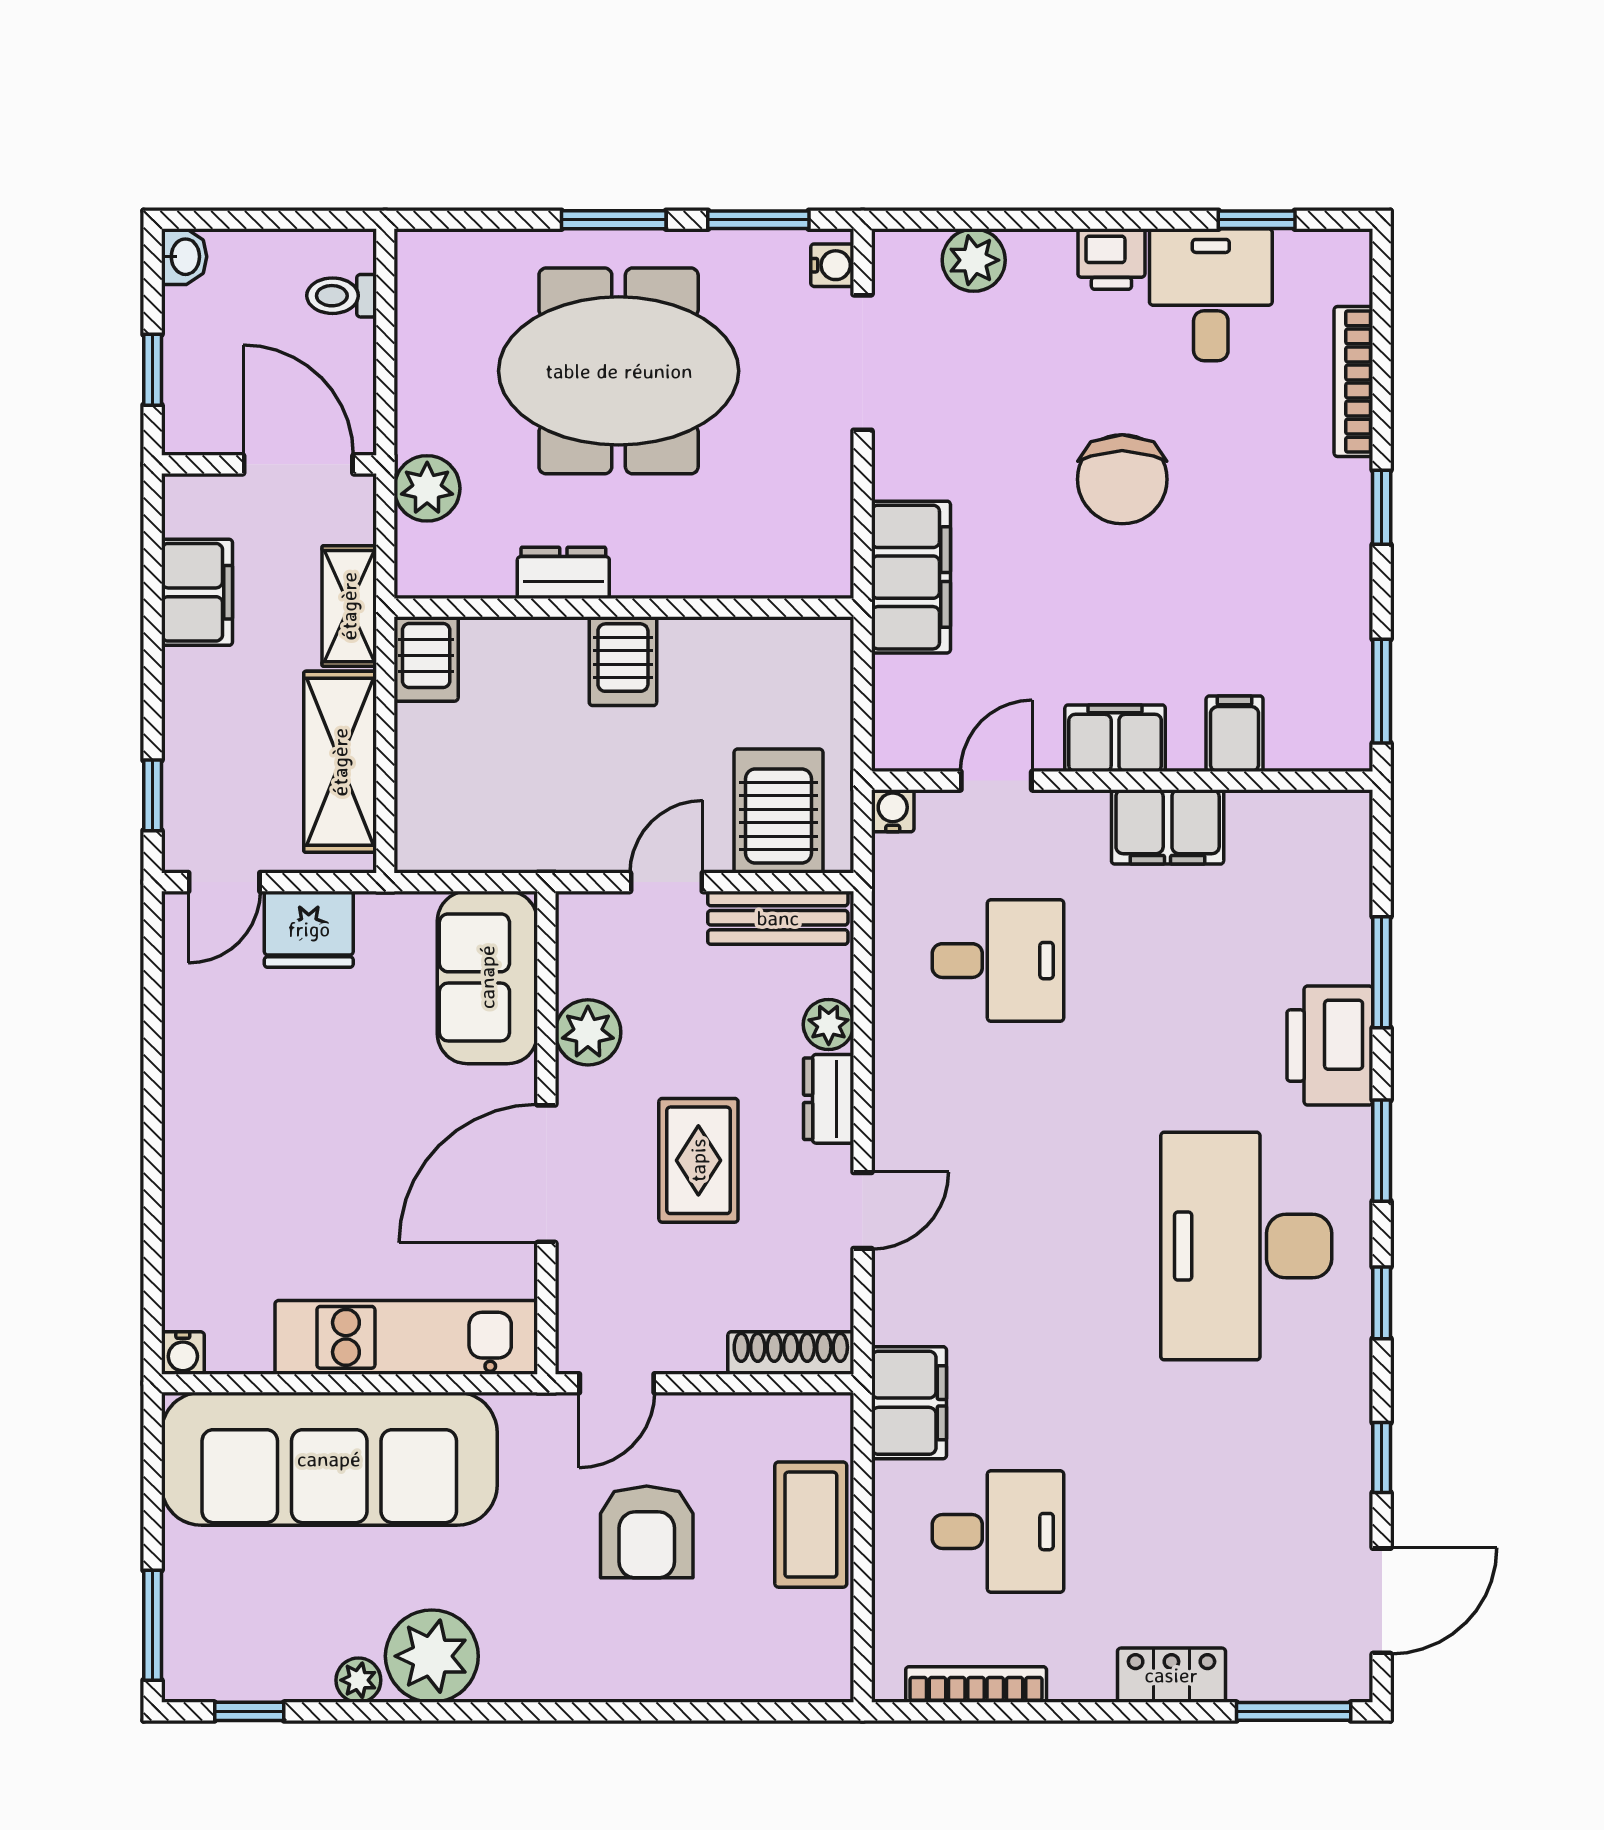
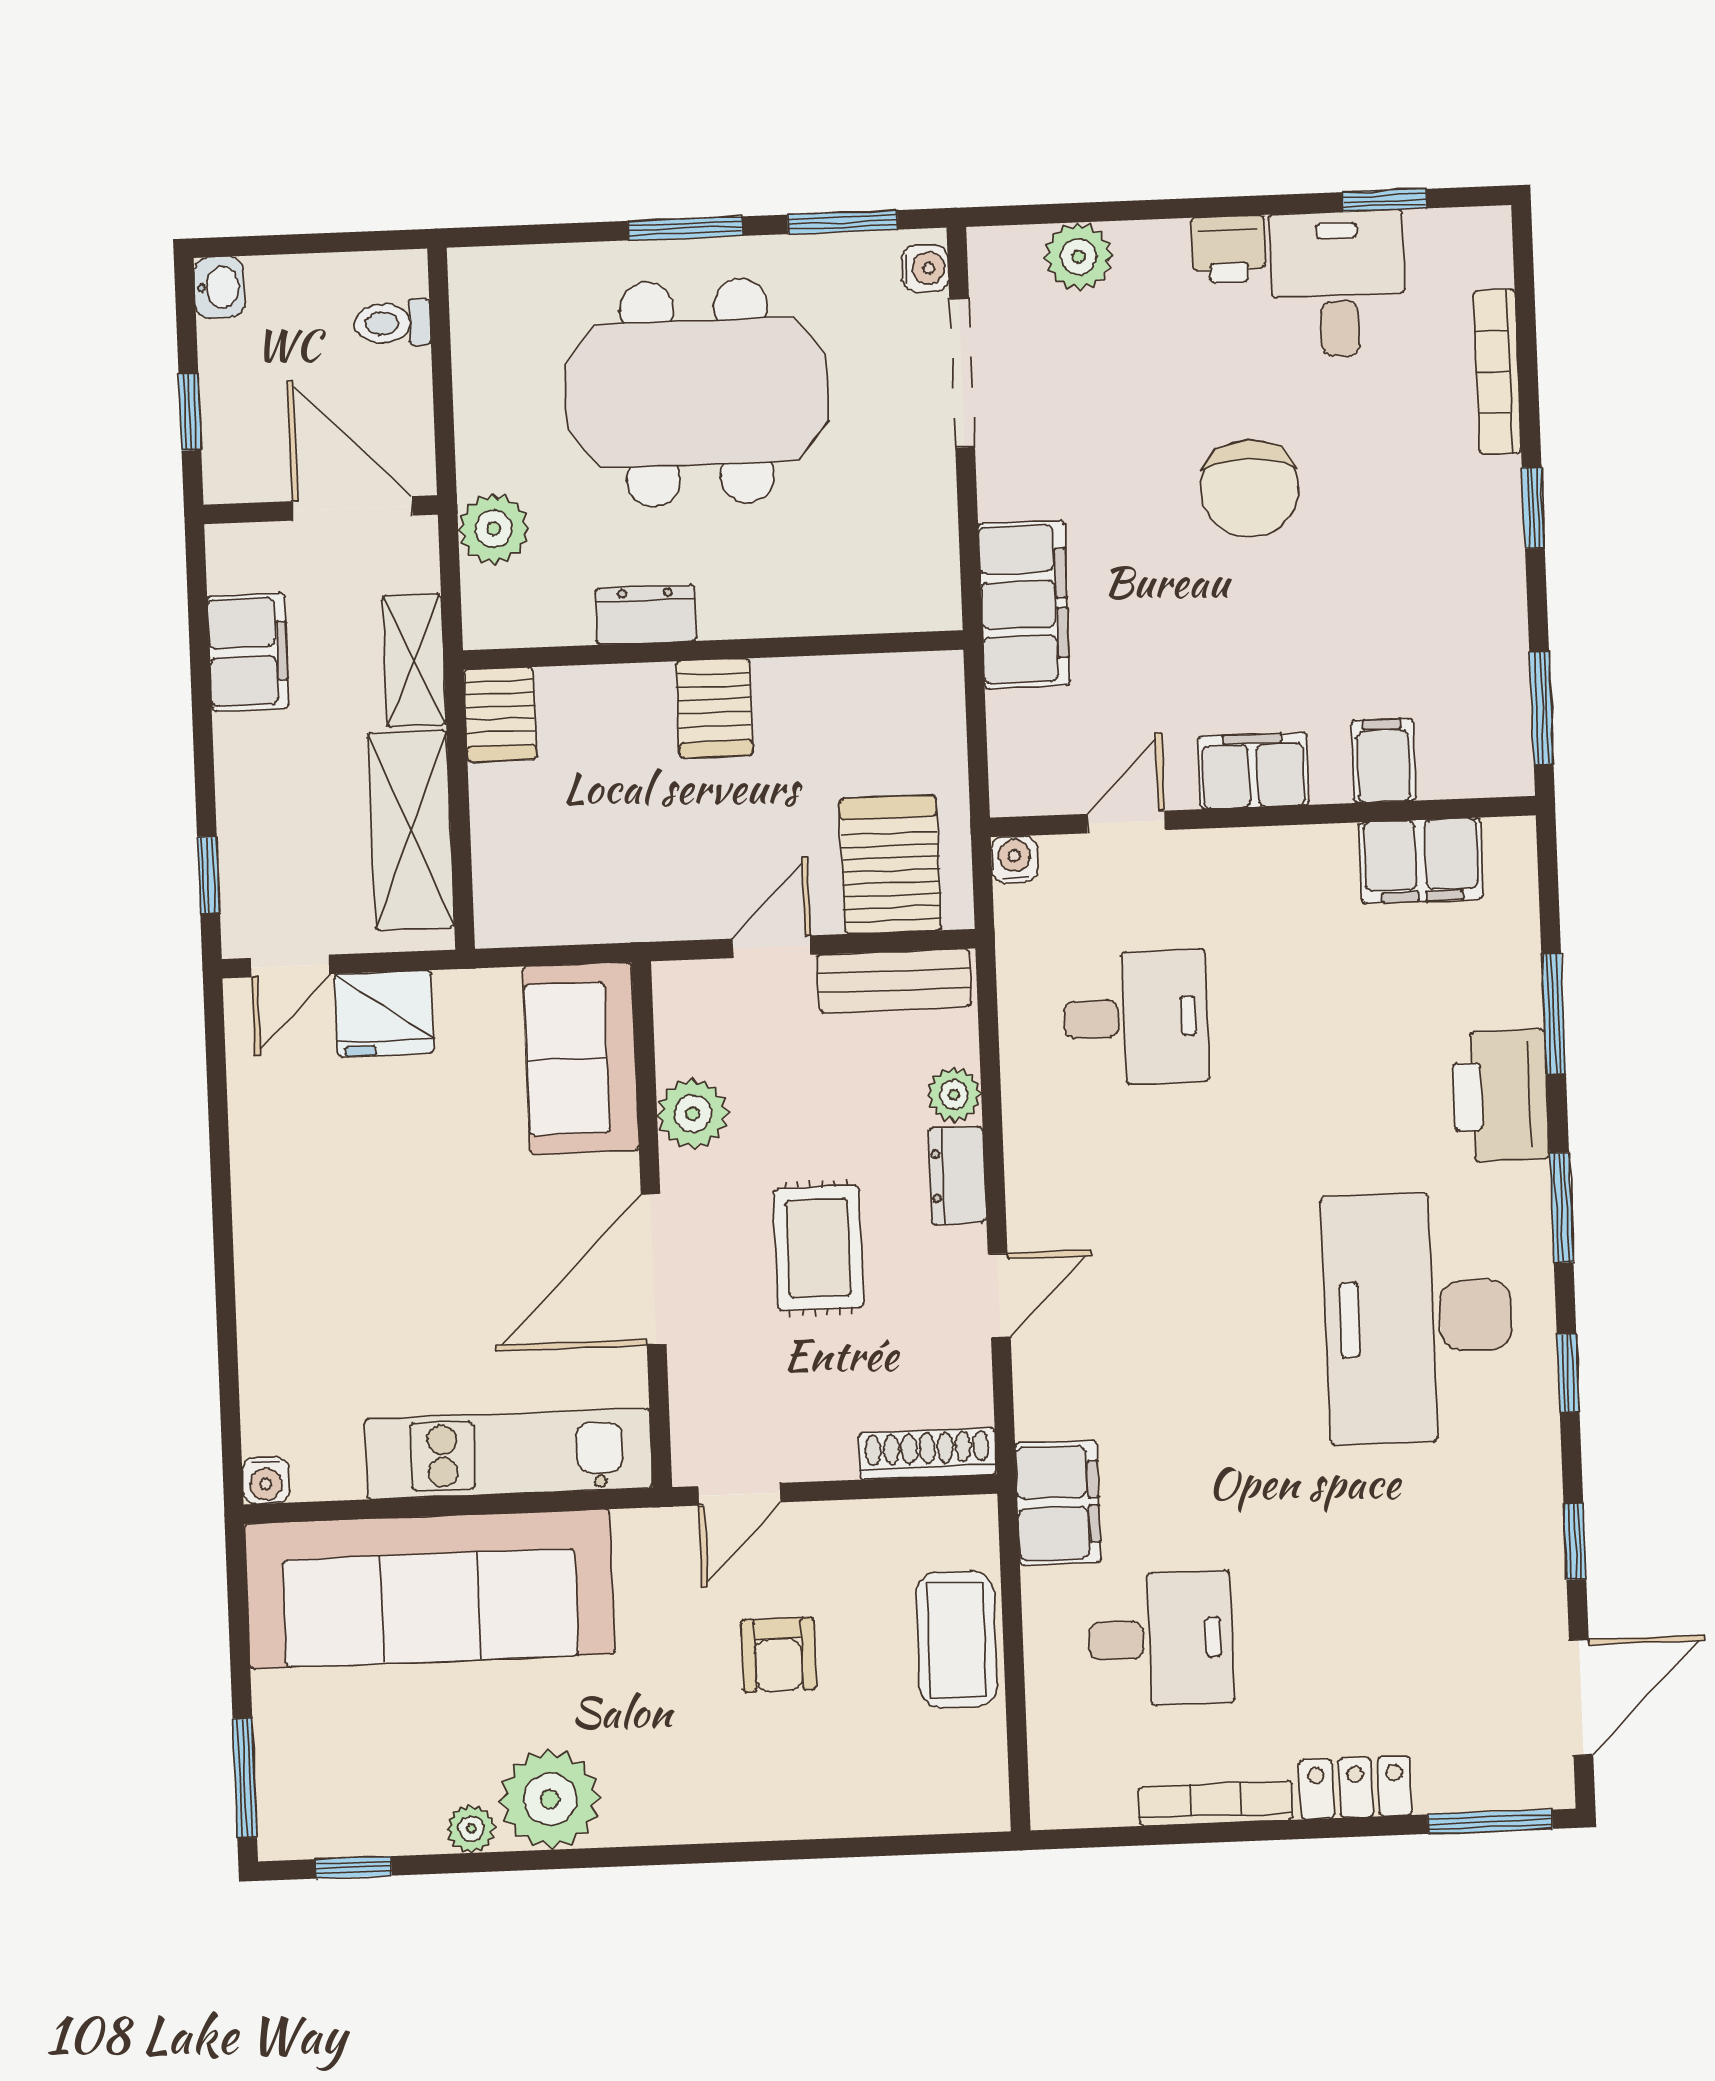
filing cabinet: (1168, 827) -> (1421, 861), moved
armchair: (647, 1532) -> (778, 1655), width x0.72, depth x0.72
bookcase: (976, 1684) -> (1216, 1803), moved

